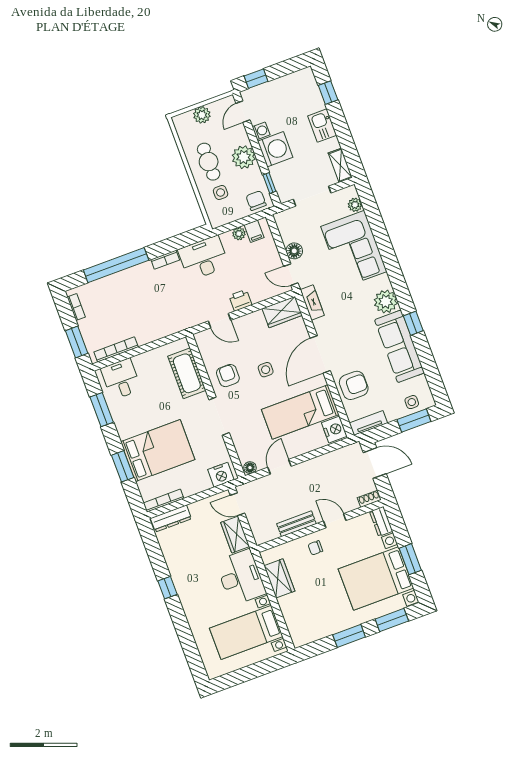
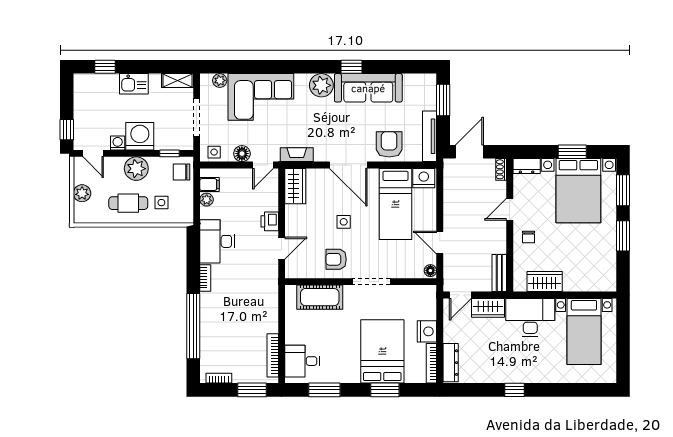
side table: (412, 402) -> (214, 152), moved
tv unit: (368, 423) -> (430, 136), width x1.41
nightstand: (221, 475) -> (427, 331), moved
bench: (296, 524) -> (499, 273), moved

